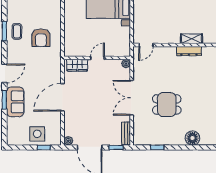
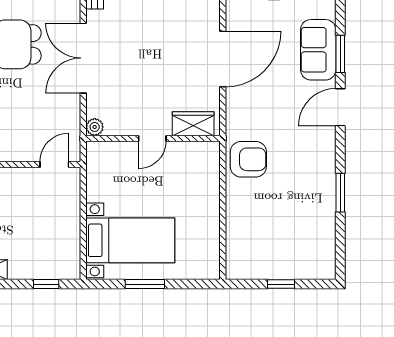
coffee table: (17, 31) -> (315, 192), removed
armchair: (41, 38) -> (248, 159), moved, turned 90
double door: (132, 98) -> (83, 58), swing flipped

